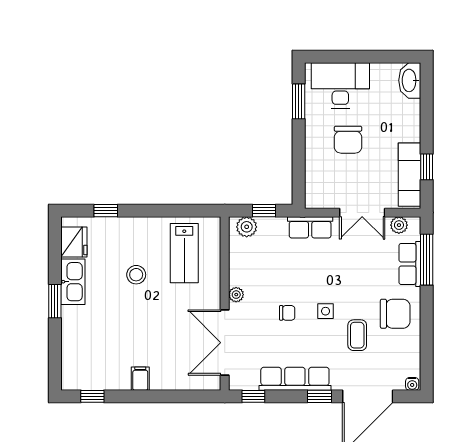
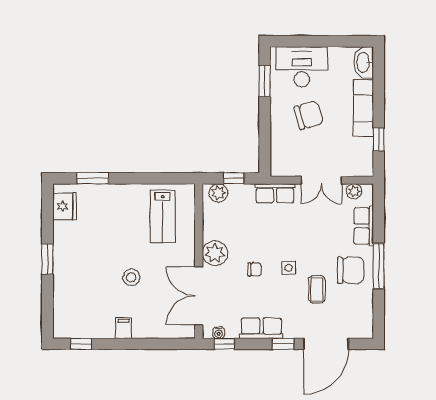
chair: (348, 140) -> (309, 115), turned -106
exam couch: (410, 175) -> (363, 108), moved
window: (106, 211) -> (93, 178), width x1.50
window: (427, 260) -> (379, 266), moved
stool: (136, 275) -> (131, 277), moved
kitchen sink: (73, 282) -> (64, 242), removed
plant: (236, 295) -> (215, 253), width x1.88, depth x1.88
row of seats: (295, 379) -> (261, 328), width x0.68
water cooler: (412, 384) -> (219, 333), moved

